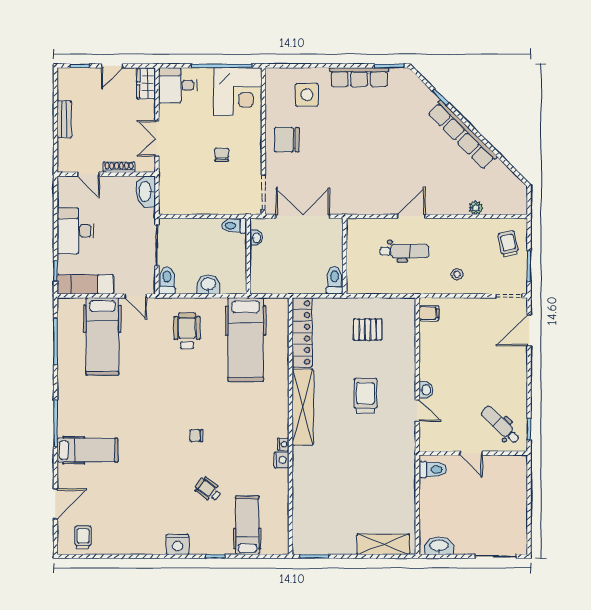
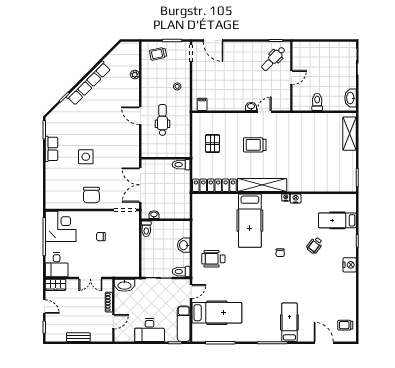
row of seats: (359, 77) -> (51, 149), width x0.68
side table: (307, 95) -> (86, 157), moved
hospital bed: (246, 340) -> (250, 221), moved, turned 90
toilet: (433, 470) -> (317, 102), moved

